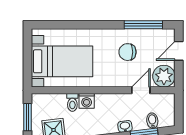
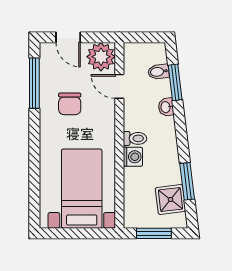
toilet: (72, 102) -> (135, 138), moved

